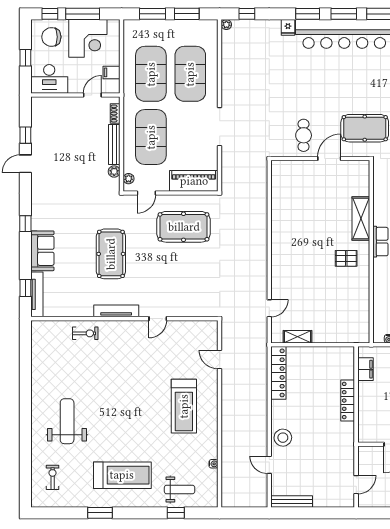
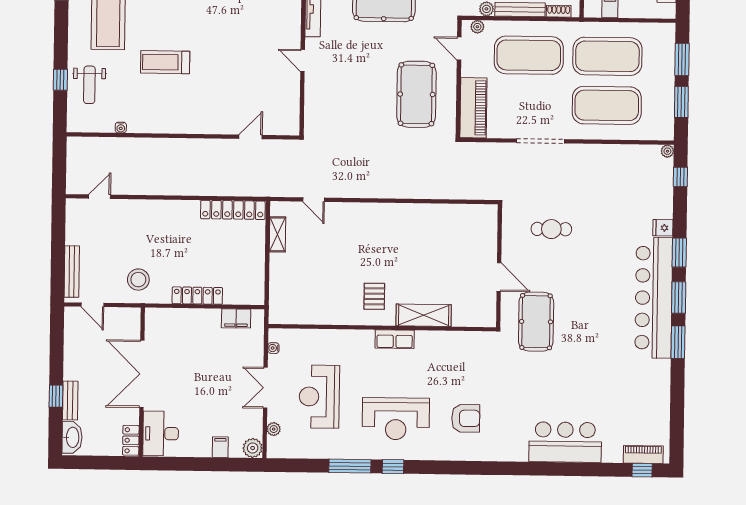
cafe table: (304, 135) -> (551, 229), moved
treadmill: (184, 406) -> (165, 62), moved, width x0.73, depth x0.73
stool: (283, 438) -> (138, 280), moved
door: (269, 465) -> (100, 197), moved
bench: (292, 502) -> (72, 272), moved

